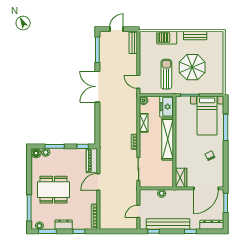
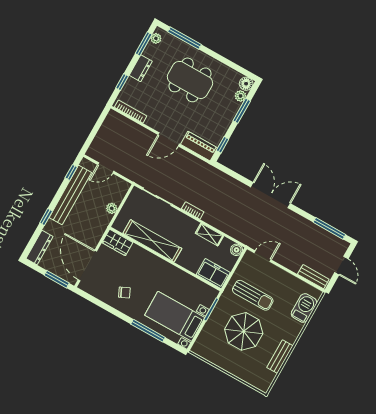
barbecue: (167, 38) -> (304, 308), moved
double door: (97, 87) -> (270, 195), moved
shelving: (168, 139) -> (152, 241), moved
door: (98, 182) -> (169, 139), swing flipped
dining table: (53, 190) -> (190, 80), turned 90
door: (138, 211) -> (106, 168), swing flipped

